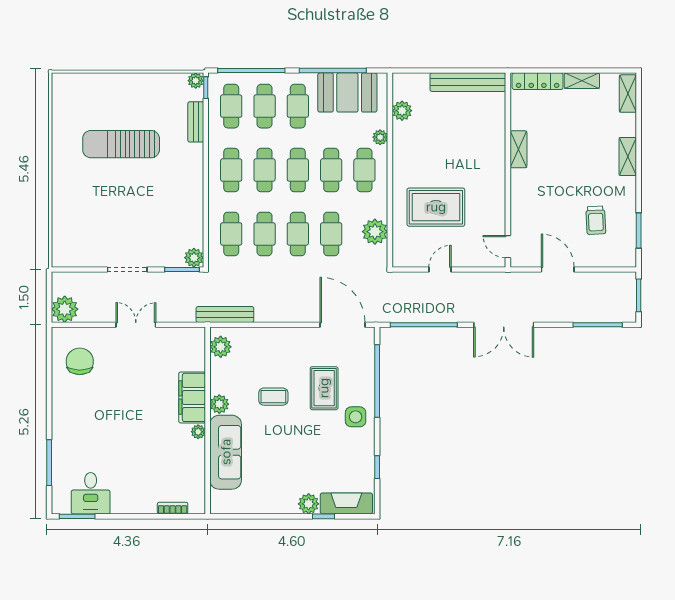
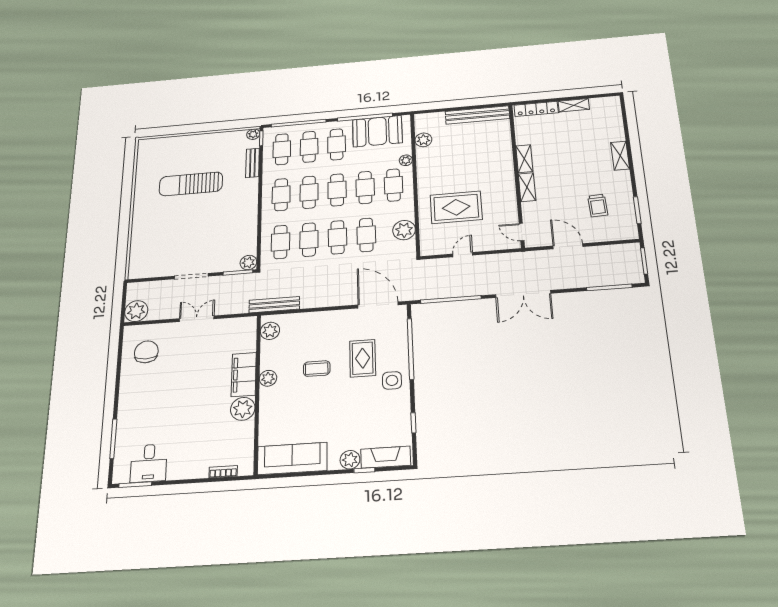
shelving: (628, 94) -> (527, 187), moved
plant: (198, 432) -> (243, 409), width x1.88, depth x1.88
sofa: (226, 452) -> (292, 458), moved, turned -90

